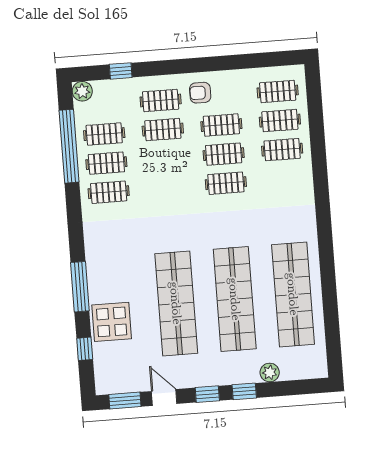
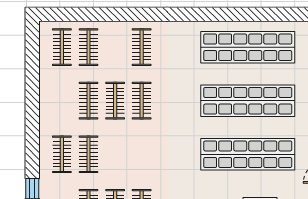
armchair: (200, 93) -> (58, 118), removed
clothes rail: (282, 150) -> (142, 47), moved

